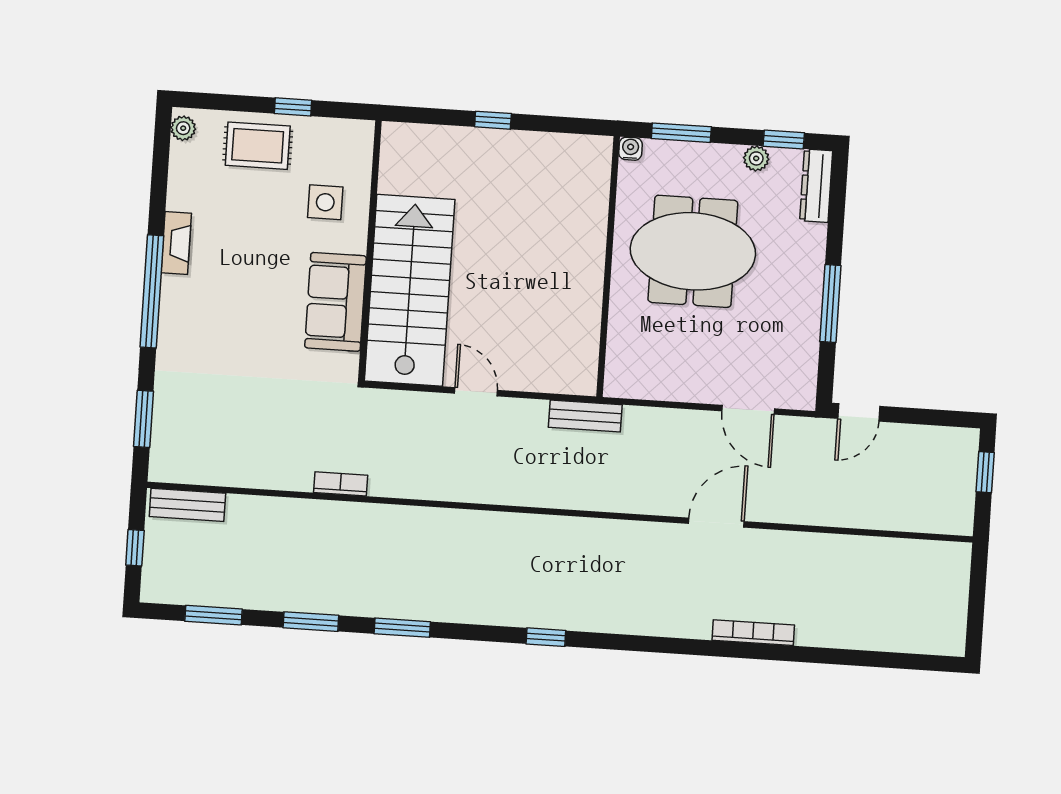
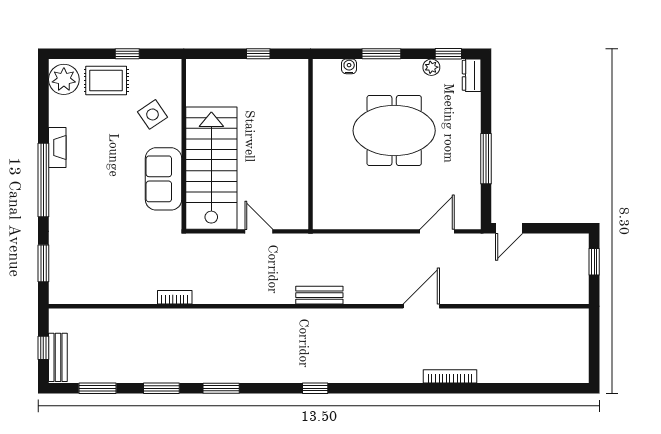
plant: (183, 128) -> (64, 79), width x1.88, depth x1.88
dresser: (816, 186) -> (472, 75), width x0.70
side table: (325, 202) -> (152, 114), turned -34
wall: (608, 267) -> (310, 144), moved
door: (748, 410) -> (437, 231), swing flipped
bench: (585, 416) -> (319, 295), moved
bench: (187, 505) -> (58, 357), moved, turned 90

